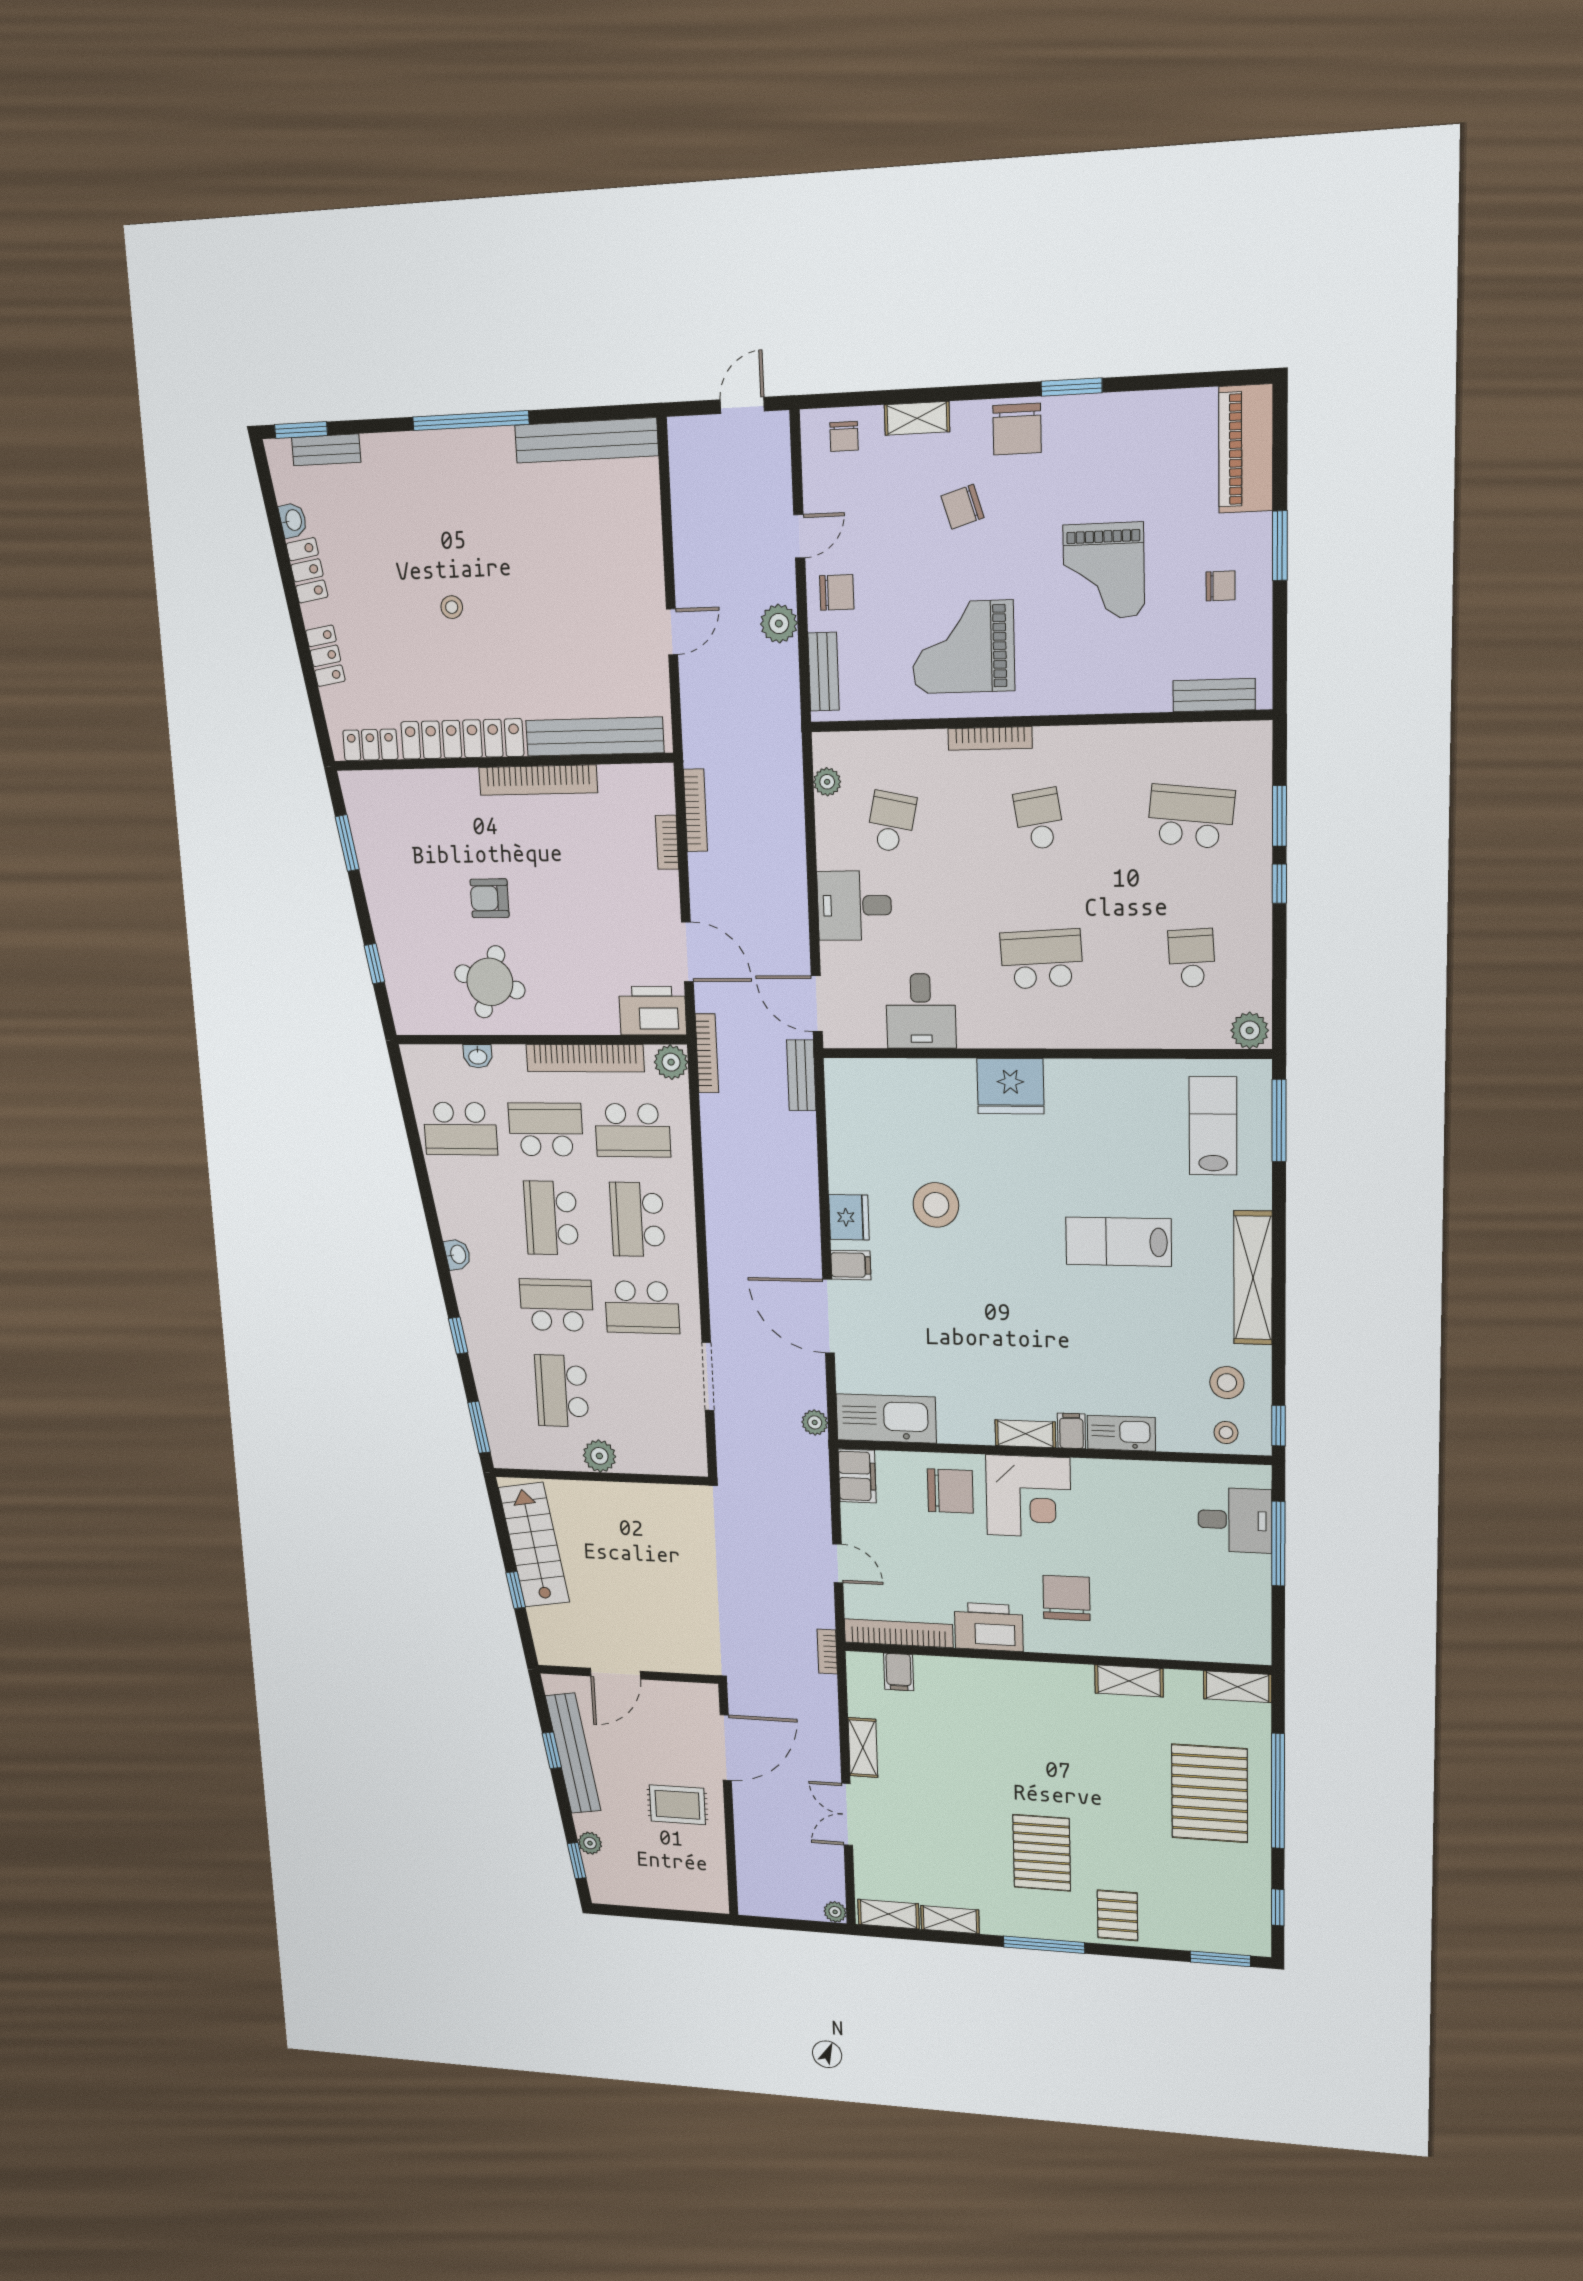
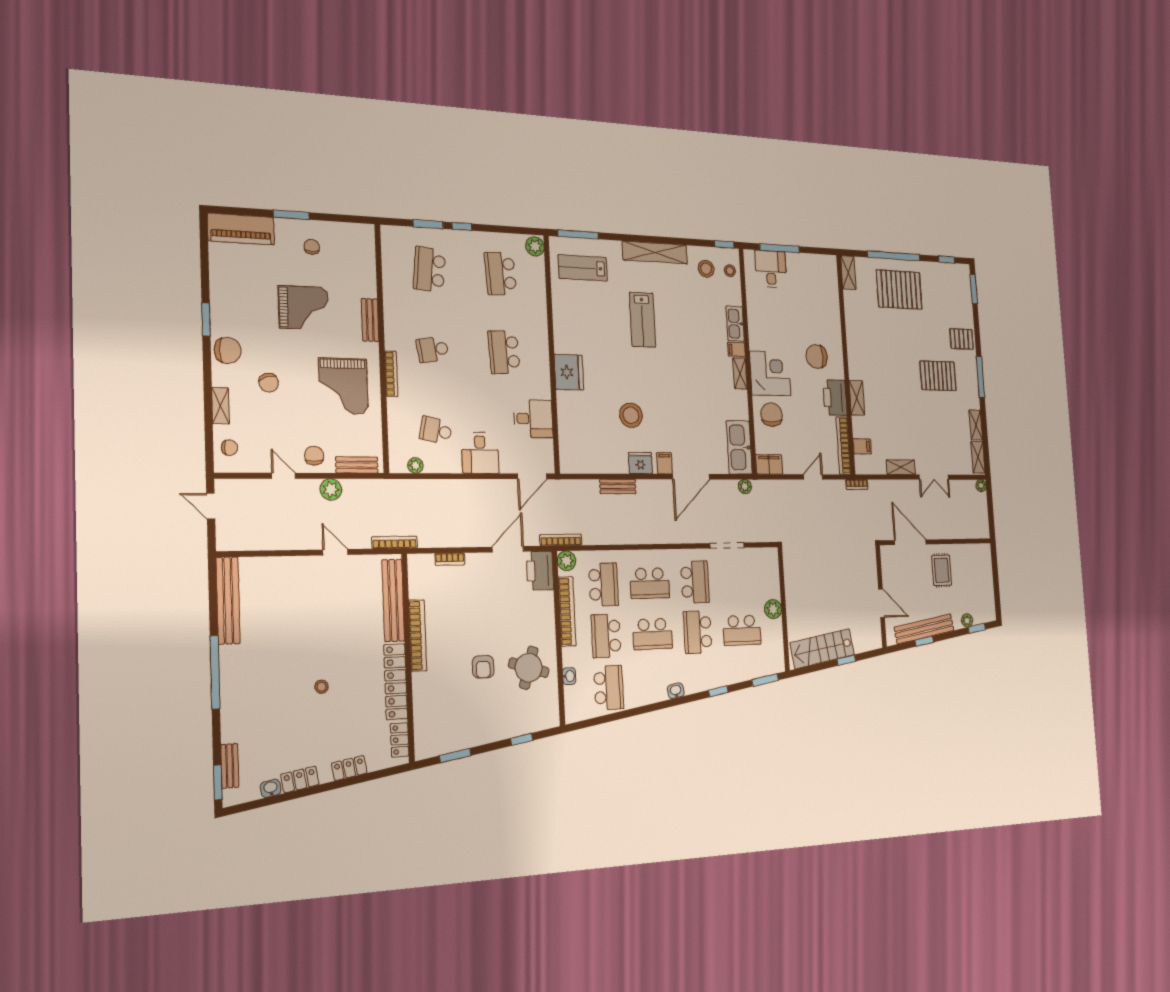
bench: (1214, 695) -> (370, 320), moved
bookcase: (695, 810) -> (395, 542), moved
school desk: (1192, 958) -> (500, 274), width x1.85
bench: (801, 1075) -> (618, 487), moved
shelving: (1129, 1681) -> (857, 398), moved

